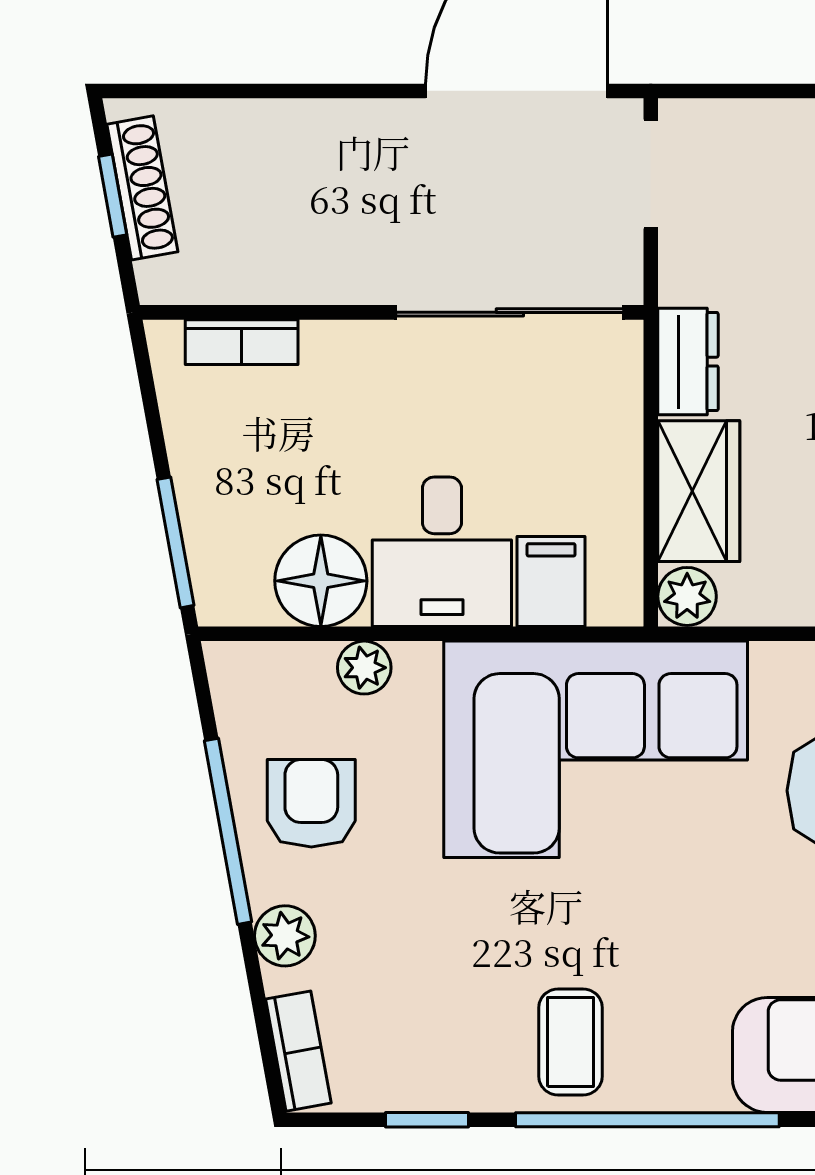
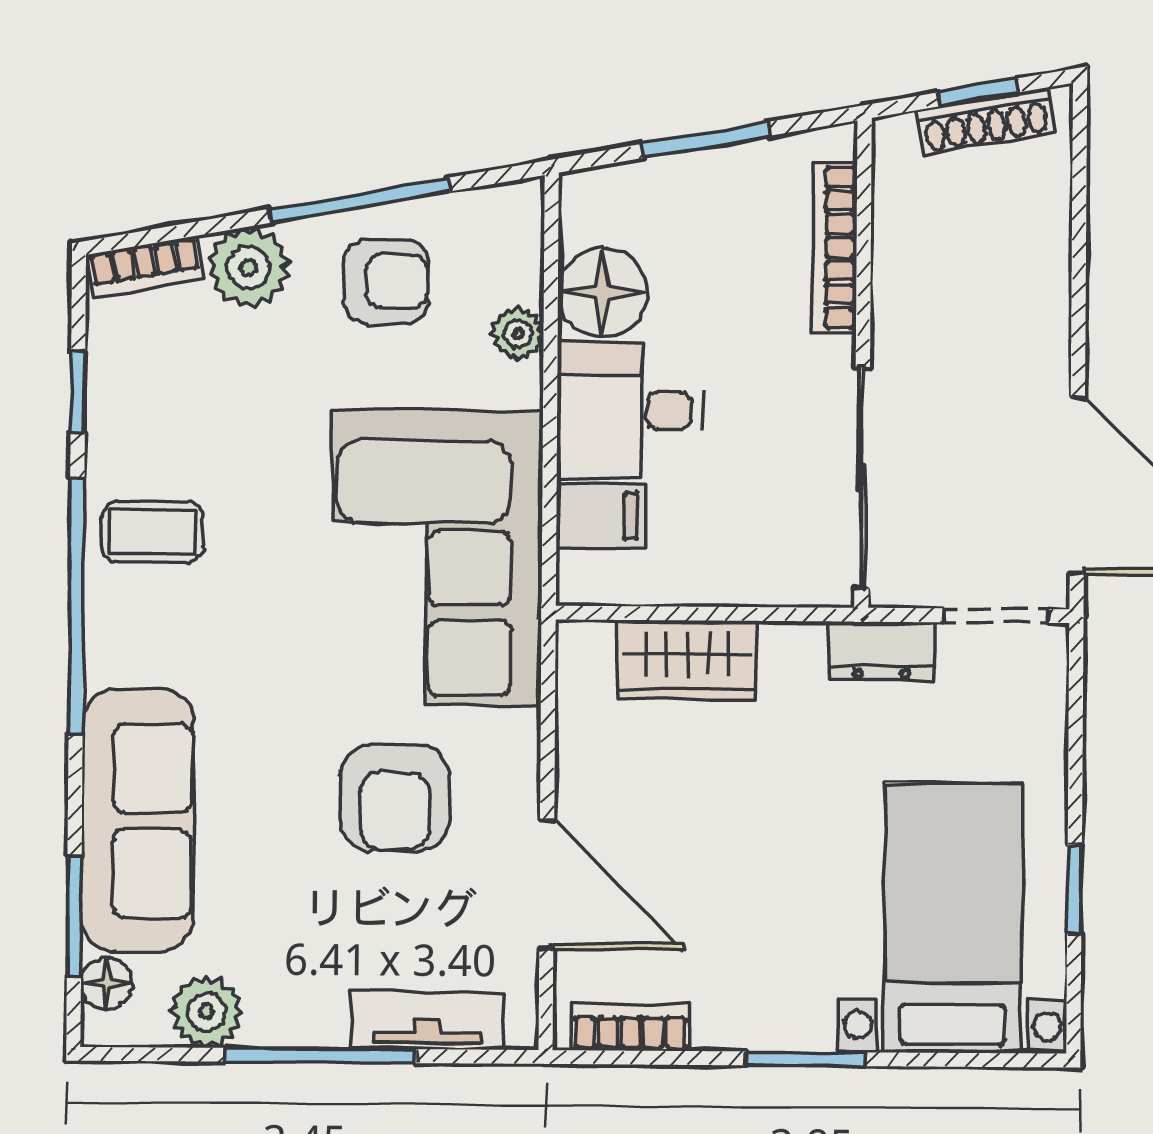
bookcase: (242, 342) -> (835, 248), width x1.56
dresser: (688, 362) -> (882, 651), moved
window: (176, 542) -> (705, 140), moved
plant: (687, 596) -> (585, 648), removed
plant: (285, 936) -> (249, 268), width x1.38, depth x1.38

